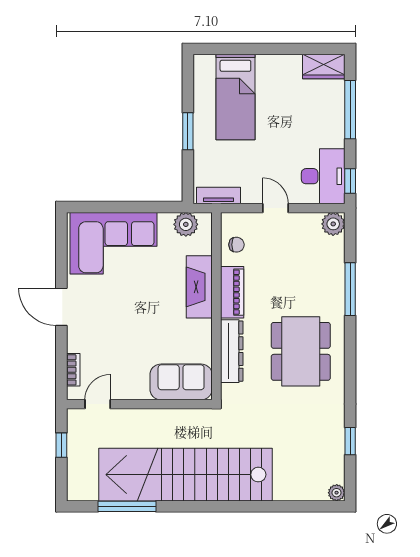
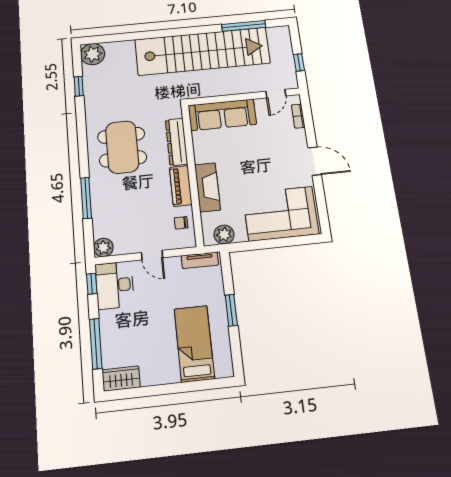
sofa: (181, 382) -> (222, 115), width x1.36
plant: (337, 493) -> (93, 54), width x1.87, depth x1.87

